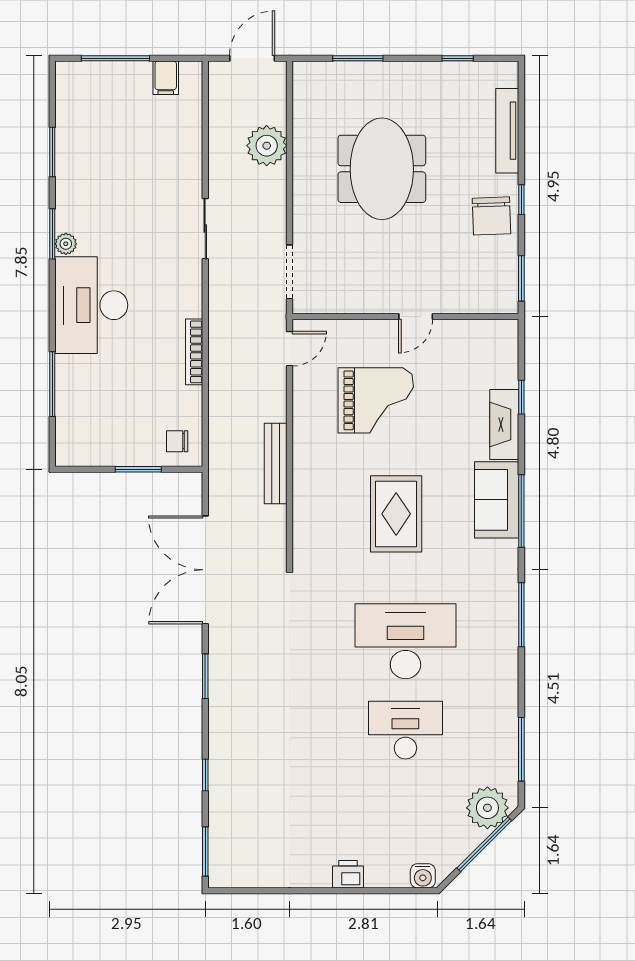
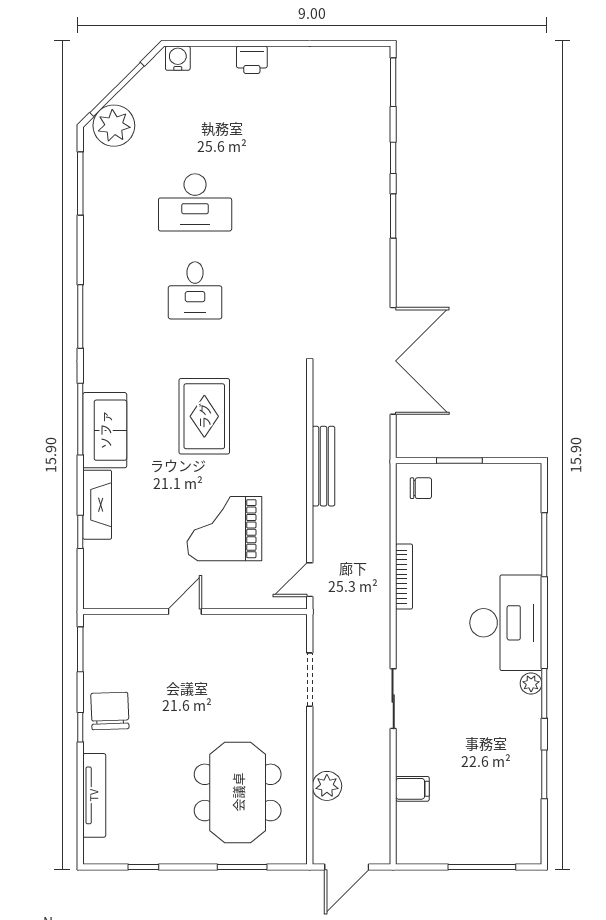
filing cabinet: (166, 78) -> (412, 789), moved, turned 90
plant: (267, 146) -> (327, 786), width x0.73, depth x0.73
meeting table: (382, 169) -> (238, 792), moved
doorway: (290, 272) -> (310, 680), moved
desk: (405, 641) -> (195, 290), width x0.53, depth x0.77
window: (205, 676) -> (393, 216), moved

